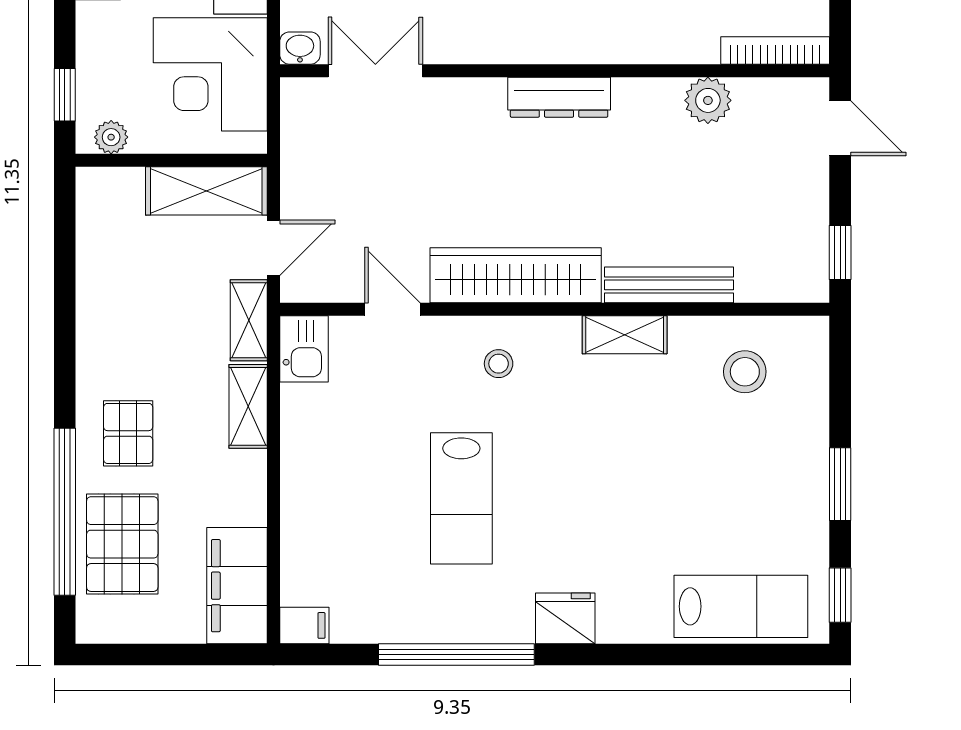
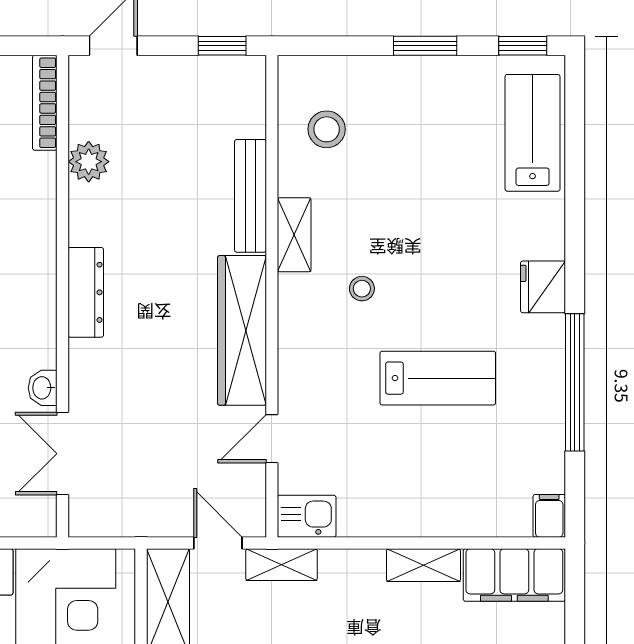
washbasin: (300, 48) -> (43, 388), moved
stool: (499, 364) -> (362, 289), moved
shelving: (248, 406) -> (423, 565), moved

